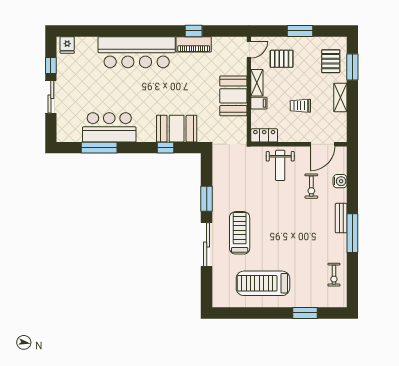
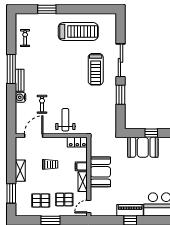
pallet: (331, 61) -> (41, 200), moved, turned 90
water cooler: (340, 181) -> (21, 97), moved

